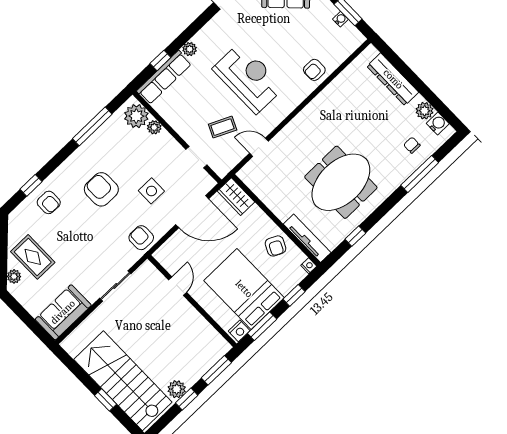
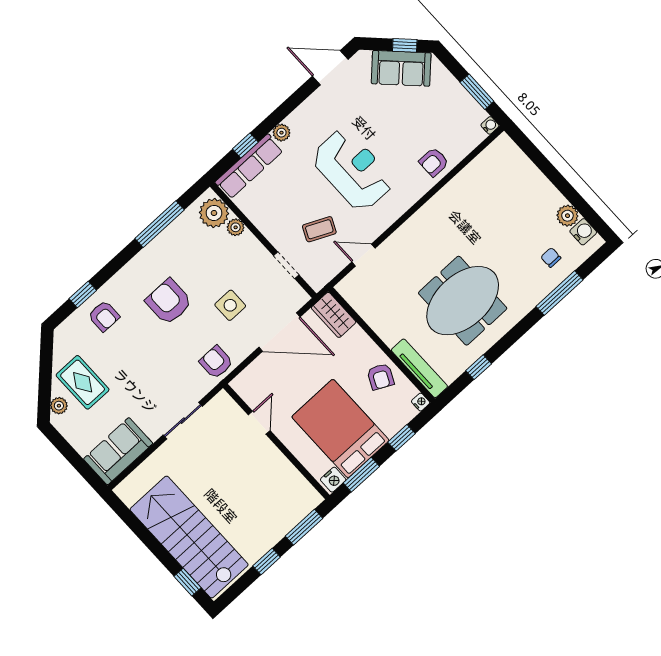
water cooler: (340, 19) -> (490, 125), moved
dresser: (393, 79) -> (529, 176), removed
plant: (177, 389) -> (255, 549), removed
window: (106, 400) -> (188, 582), moved

